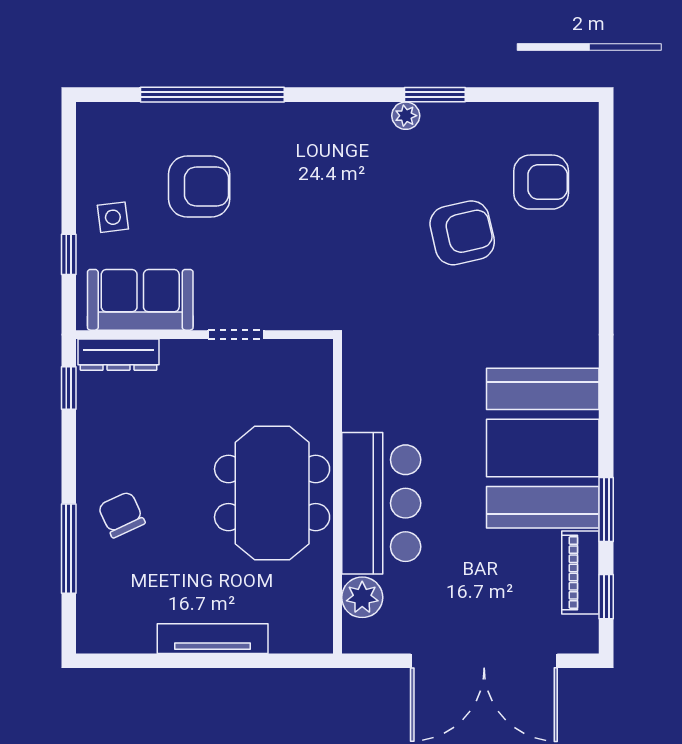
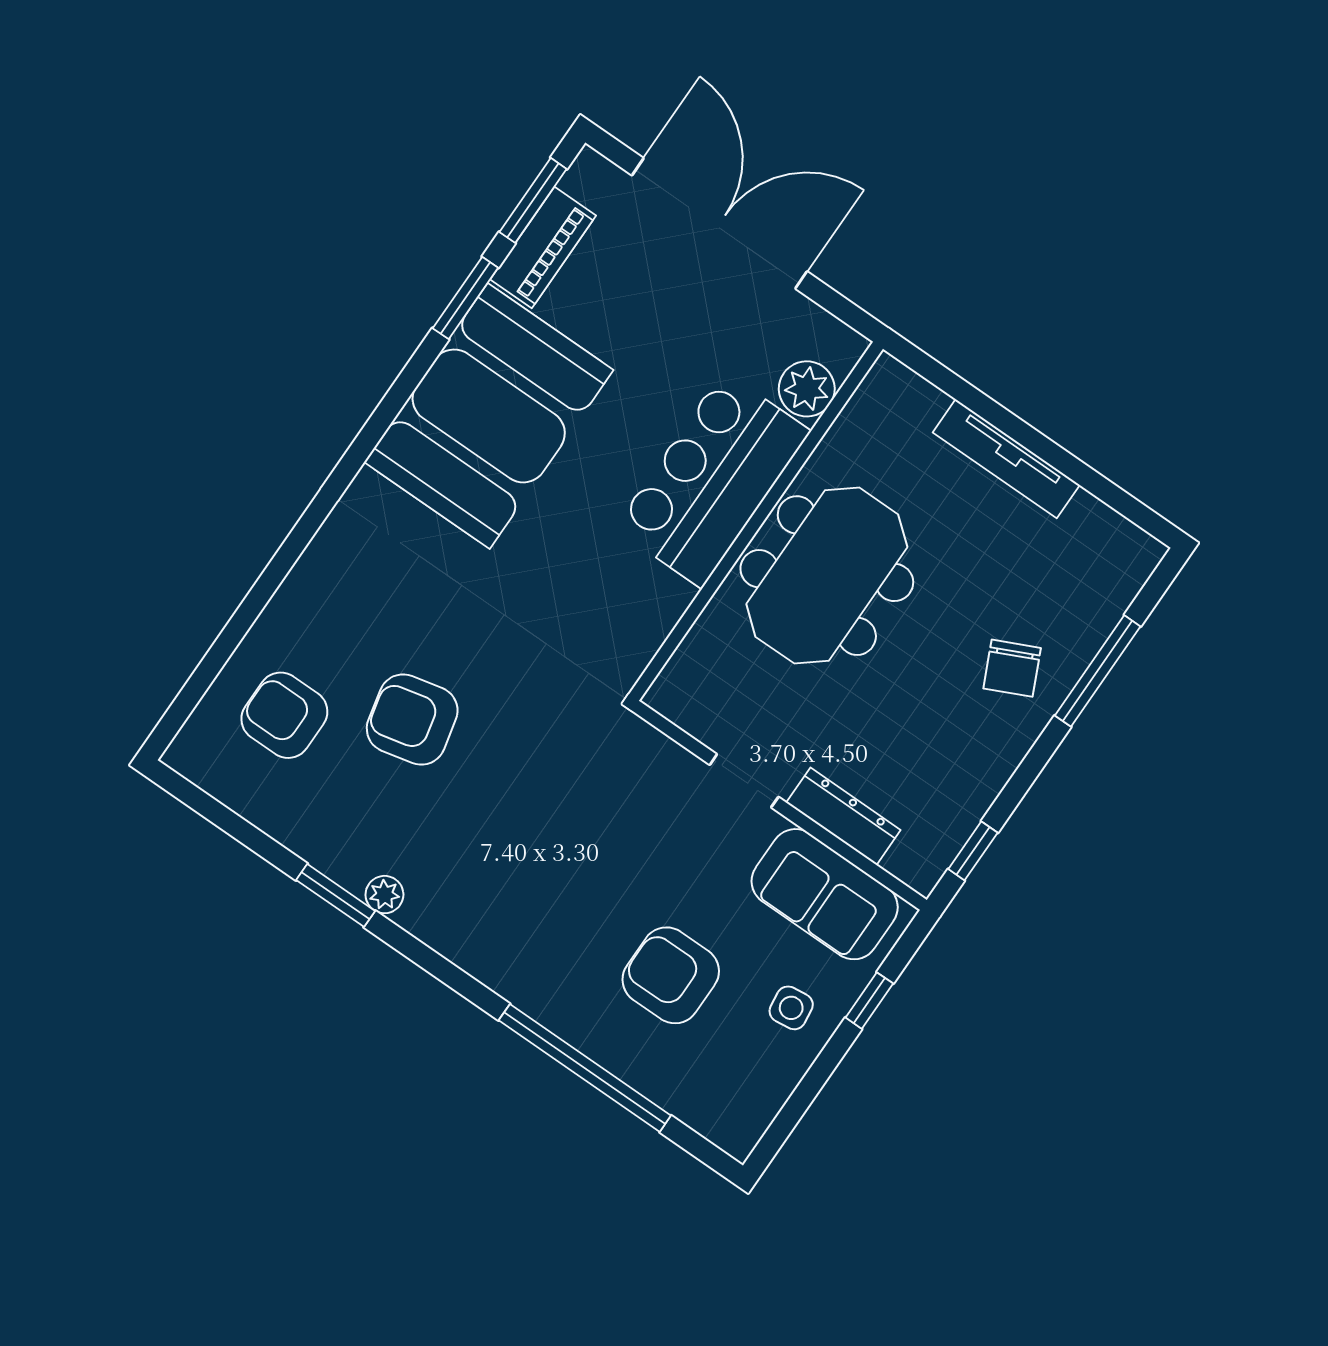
dresser: (119, 355) -> (843, 816), moved
window: (606, 597) -> (533, 200), width x1.50

